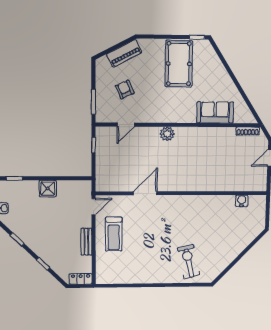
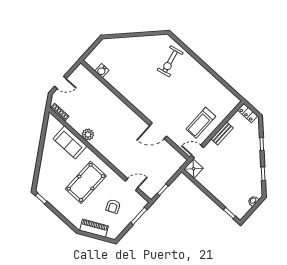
pool table: (179, 64) -> (86, 182), moved
plant: (167, 134) -> (88, 134), moved
shower: (48, 189) -> (193, 169), moved
treadmill: (114, 234) -> (201, 123), turned 180

